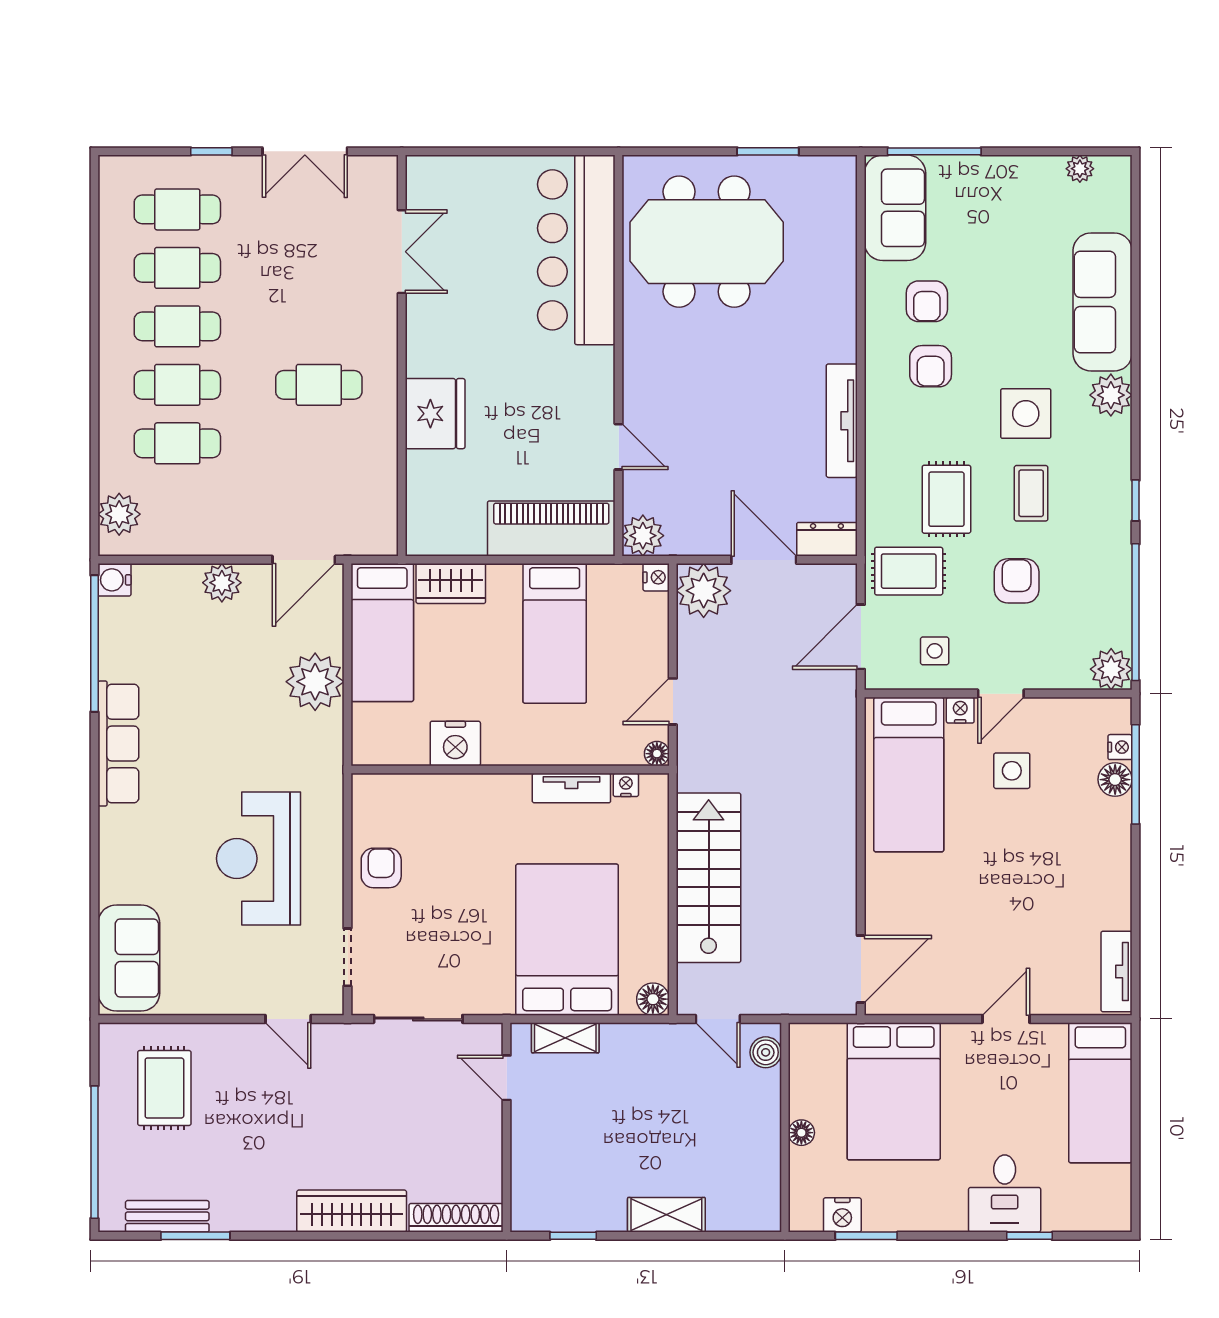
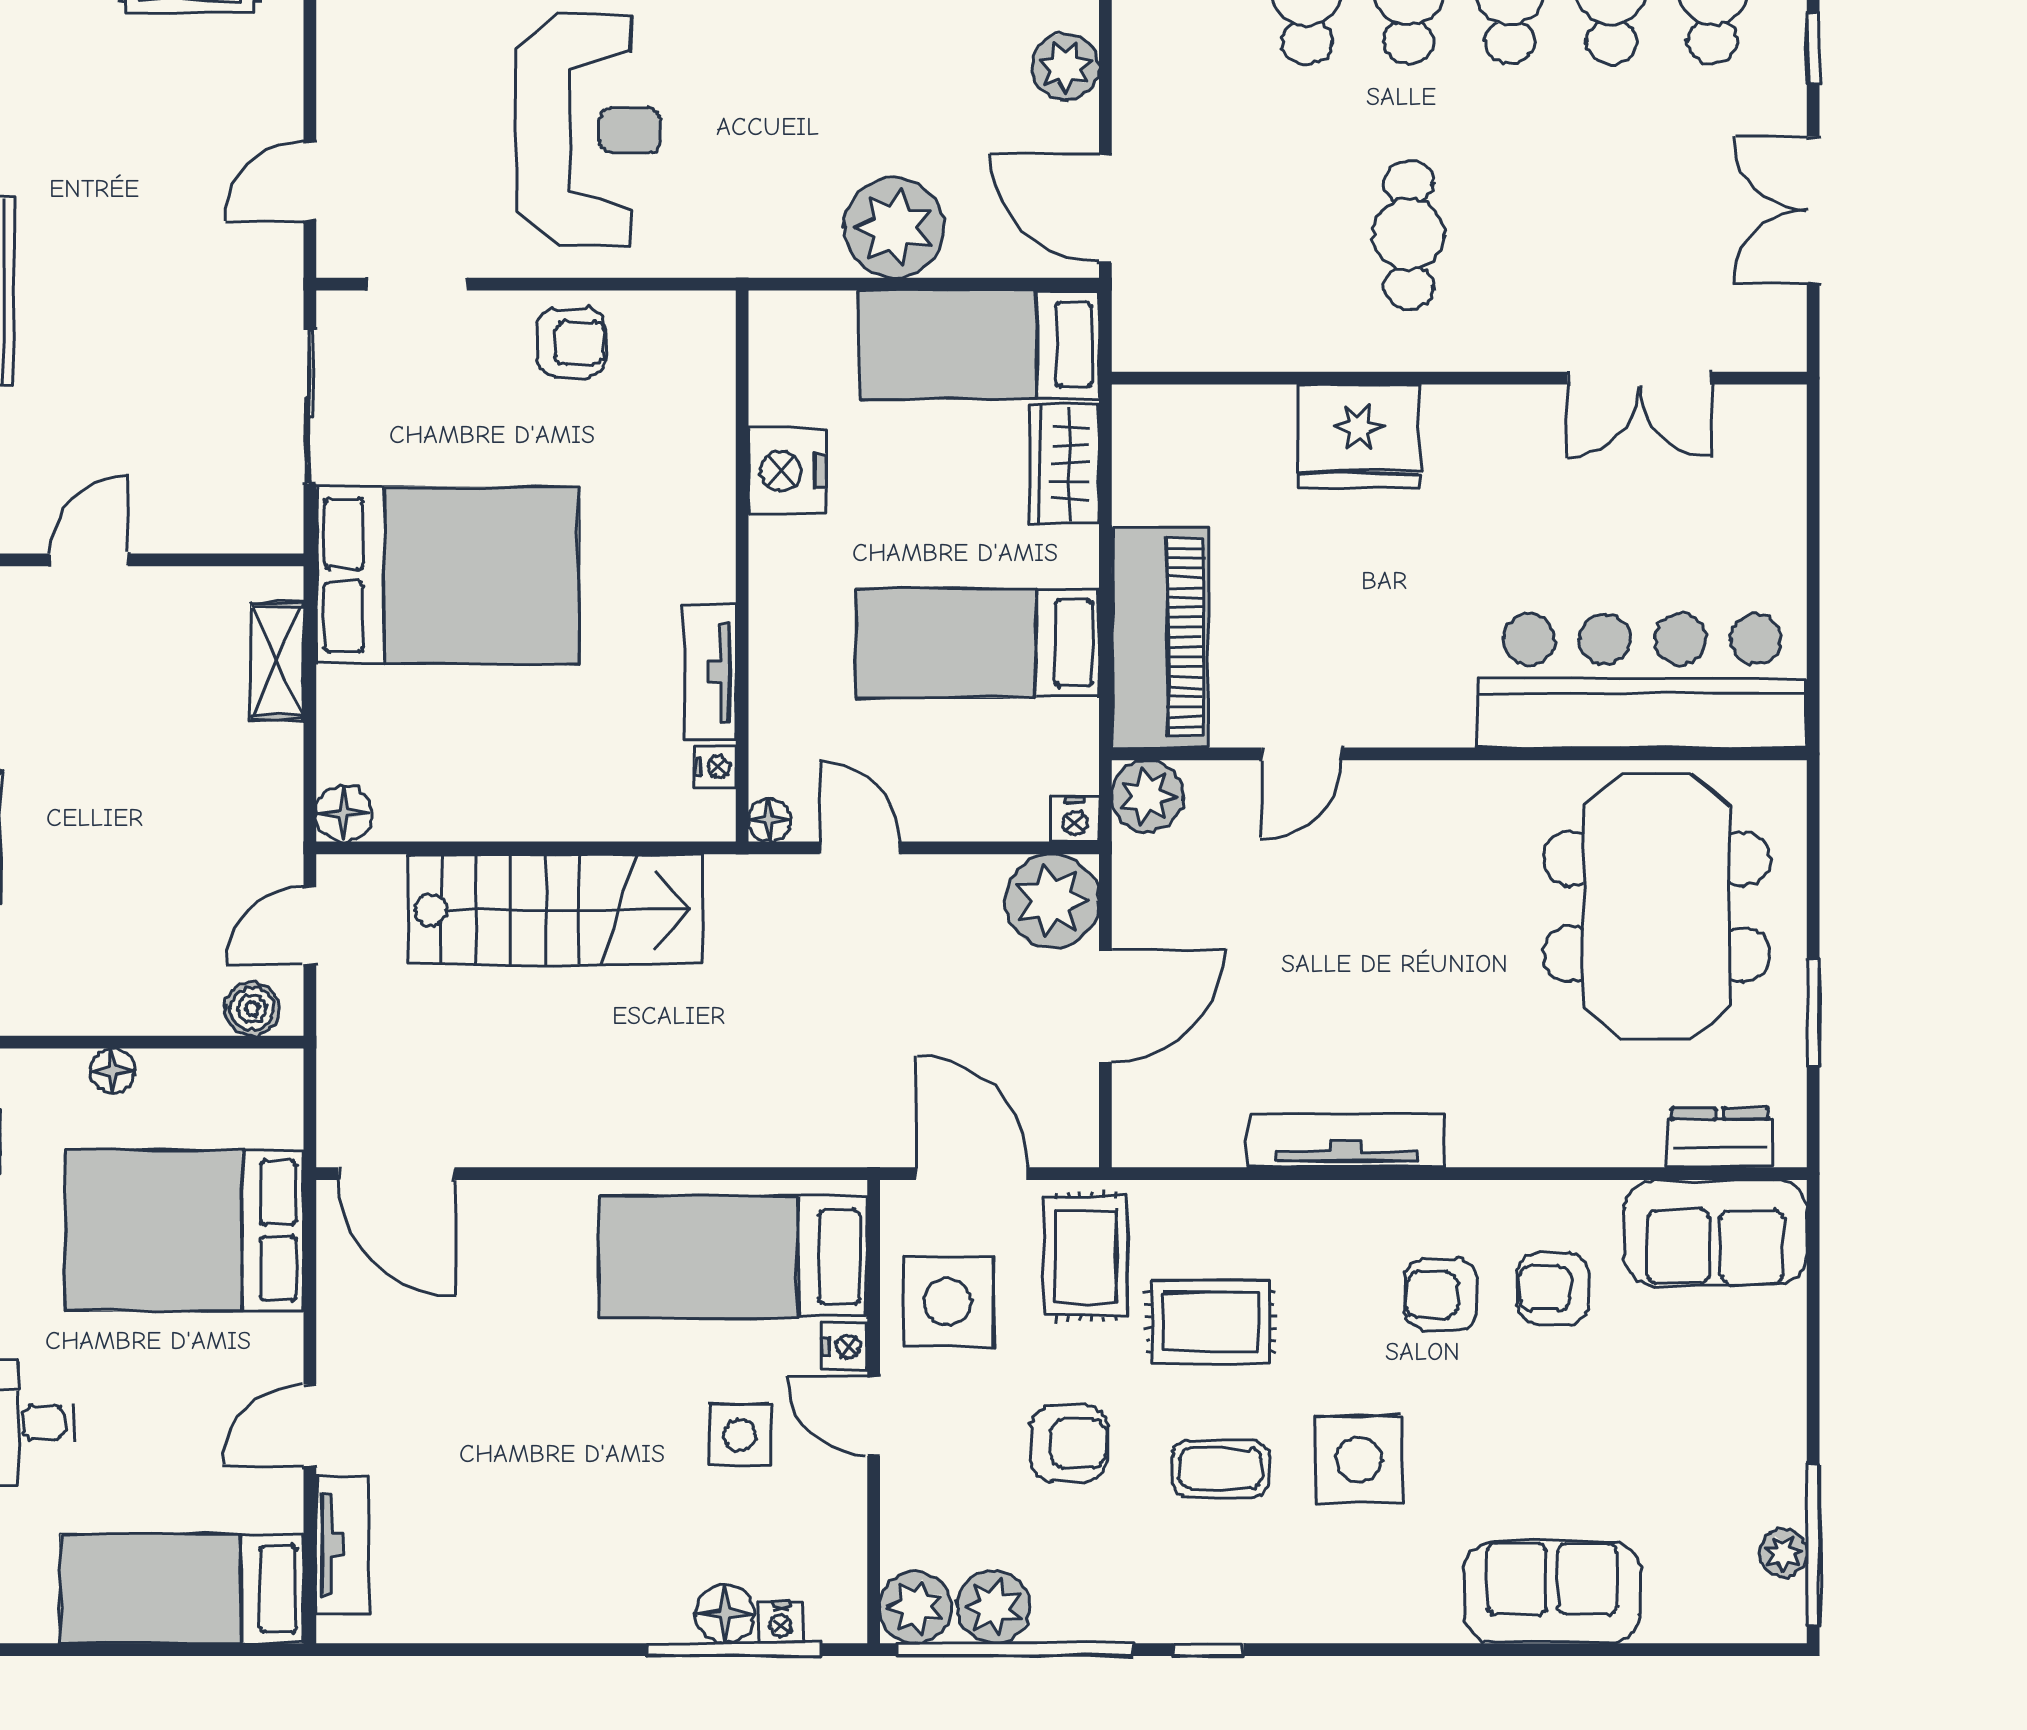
window: (934, 151) -> (1813, 1544), moved
sofa: (1103, 302) -> (1552, 1593), width x0.73
plant: (1111, 395) -> (993, 1607), moved
dresser: (827, 539) -> (1720, 1138), moved, turned -90
side table: (935, 651) -> (948, 1302), width x1.87, depth x1.87
reception desk: (259, 859) -> (588, 130), turned 90
bed: (567, 940) -> (447, 575), moved
tv unit: (1116, 971) -> (343, 1544), moved, turned 90
door: (1006, 1019) -> (310, 1425), swing flipped
door: (507, 1078) -> (89, 560), moved

